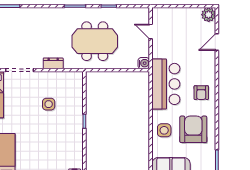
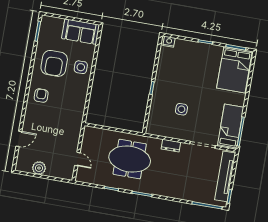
plant: (209, 15) -> (39, 168), moved
water cooler: (144, 63) -> (89, 131), removed
bar counter: (166, 84) -> (72, 109), removed

